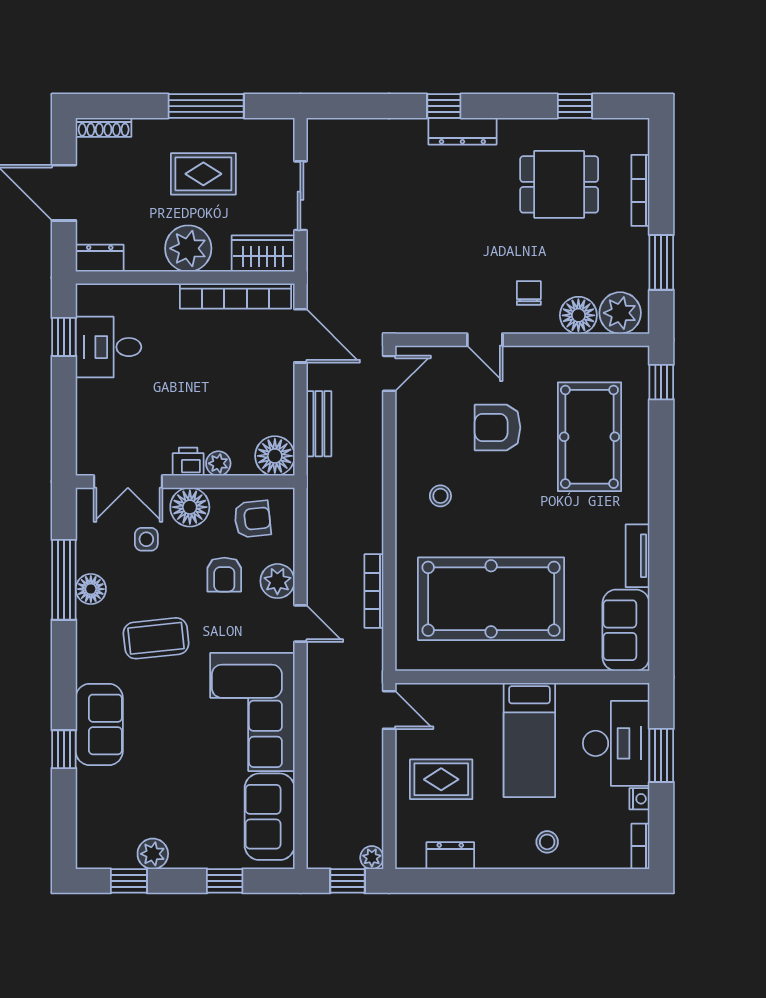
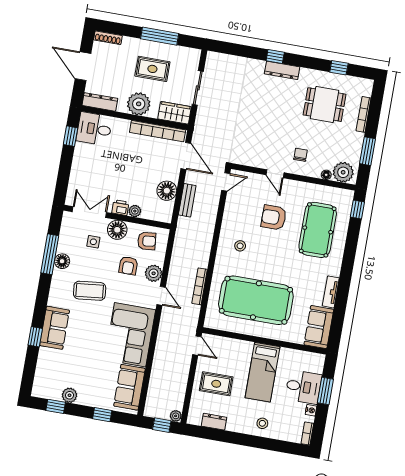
dresser: (100, 258) -> (100, 102), width x1.44
floor lamp: (578, 315) -> (326, 175), width x0.53, depth x0.53
desk: (108, 347) -> (94, 129), moved
floor lamp: (275, 456) -> (167, 191), moved
double door: (128, 482) -> (89, 212), swing flipped
desk: (616, 743) -> (303, 387), width x0.73

